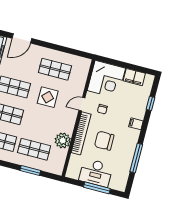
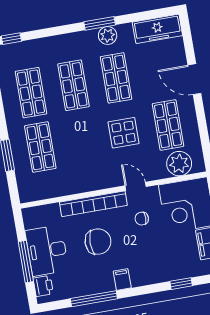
door: (22, 38) -> (194, 79), moved
filing cabinet: (136, 124) -> (122, 279), moved
plant: (63, 140) -> (179, 164), moved
chair: (104, 141) -> (98, 242), turned 90
printer: (116, 184) -> (43, 286), added

